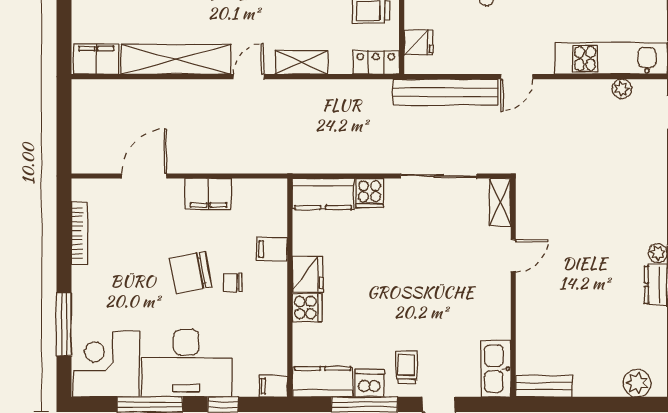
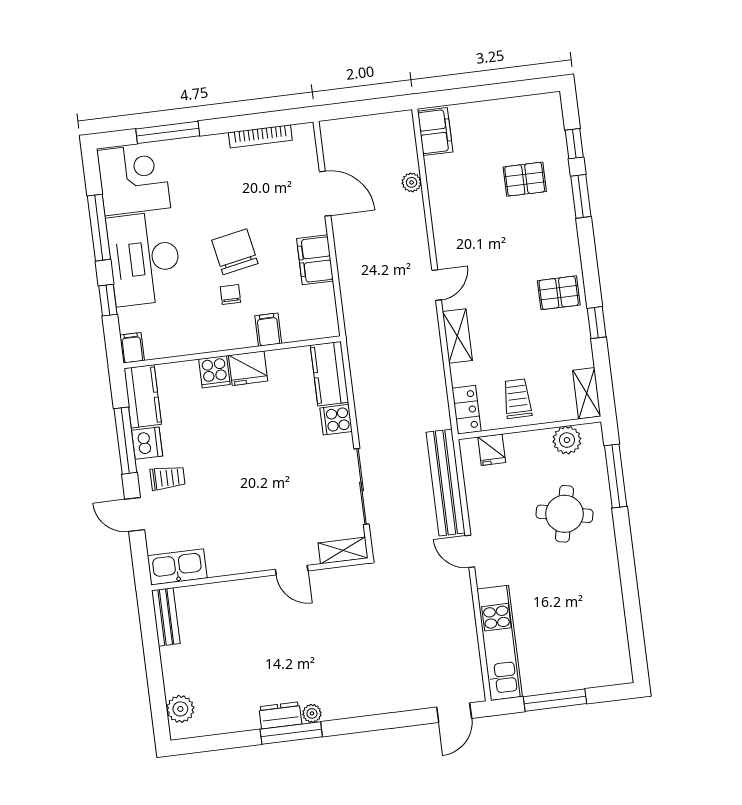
shelving: (176, 59) -> (445, 211), removed
door: (249, 77) -> (437, 285), hinge flipped
plant: (622, 89) -> (412, 182), moved

